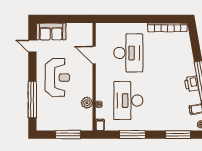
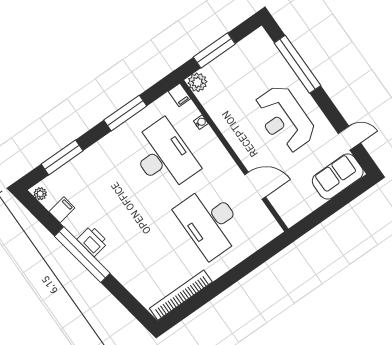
plant: (87, 103) -> (197, 82), moved

